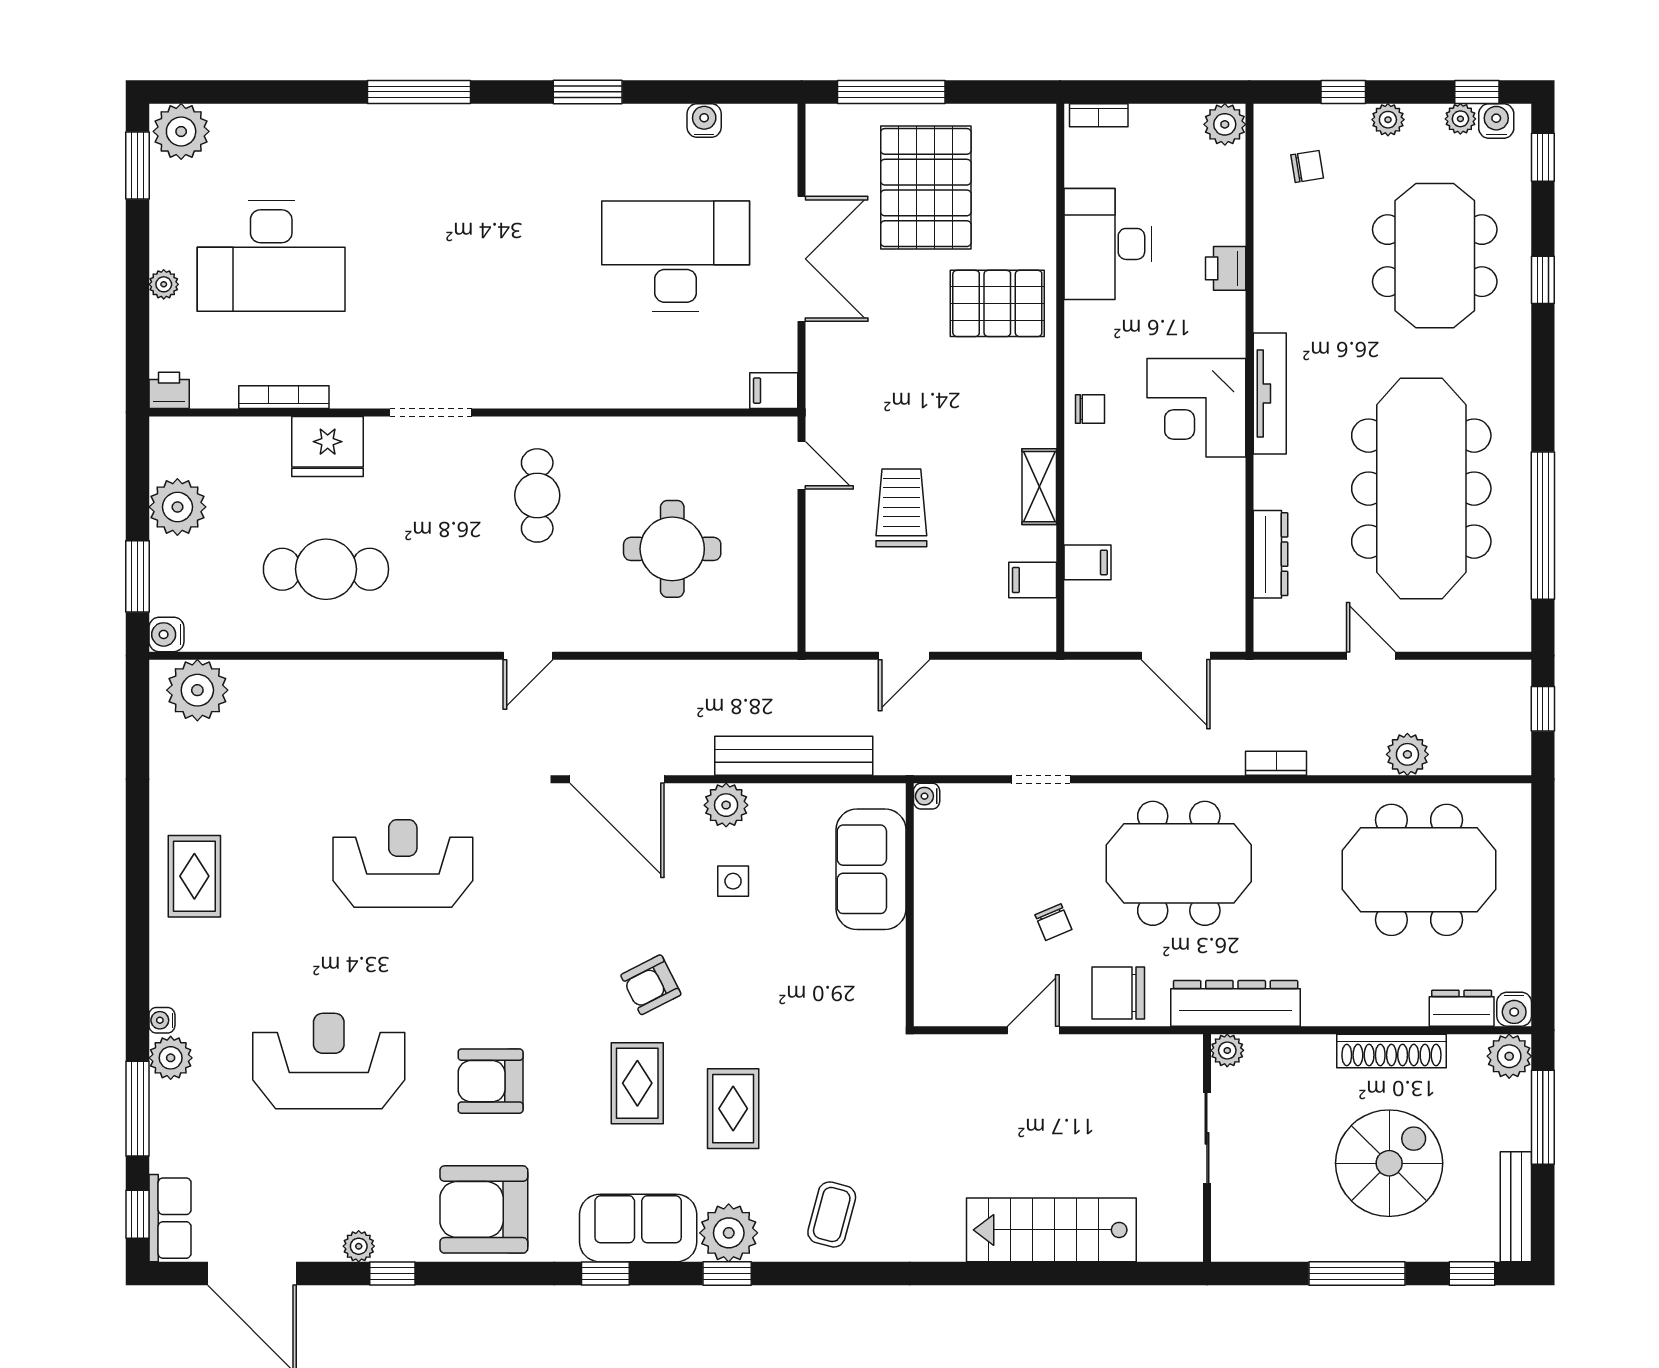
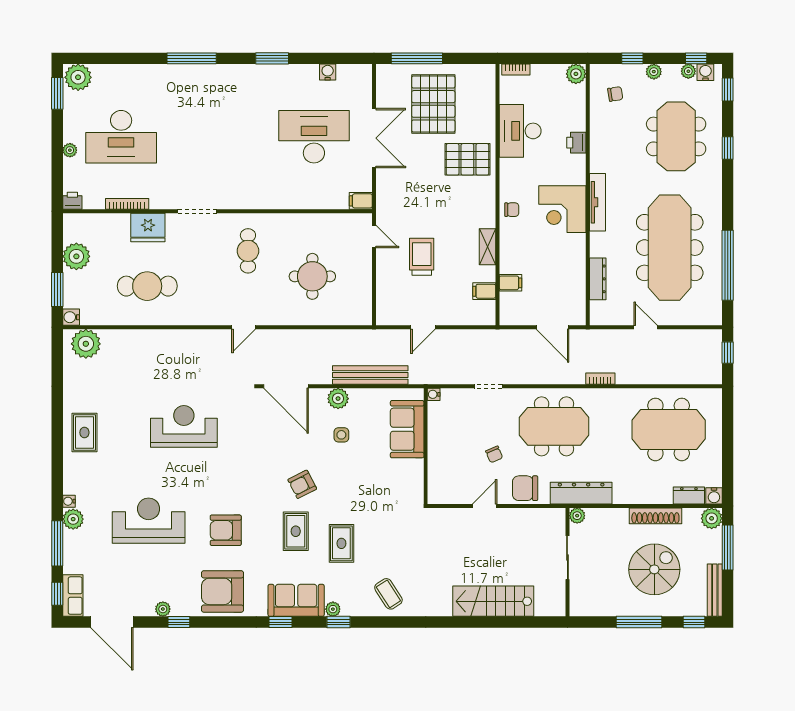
plant: (1407, 754) -> (663, 374), removed
coffee table: (832, 1214) -> (388, 594), turned -48
plant: (729, 1233) -> (333, 609), width x0.53, depth x0.53

